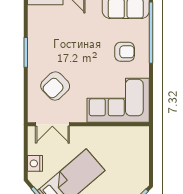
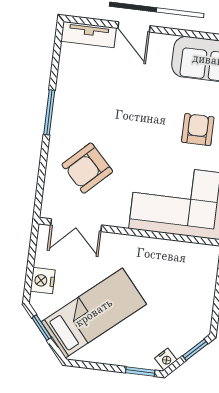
armchair: (125, 52) -> (198, 130), turned -90

